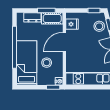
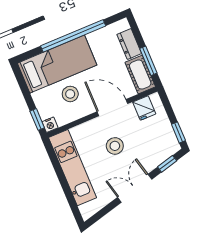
stool: (99, 26) -> (115, 146), moved

